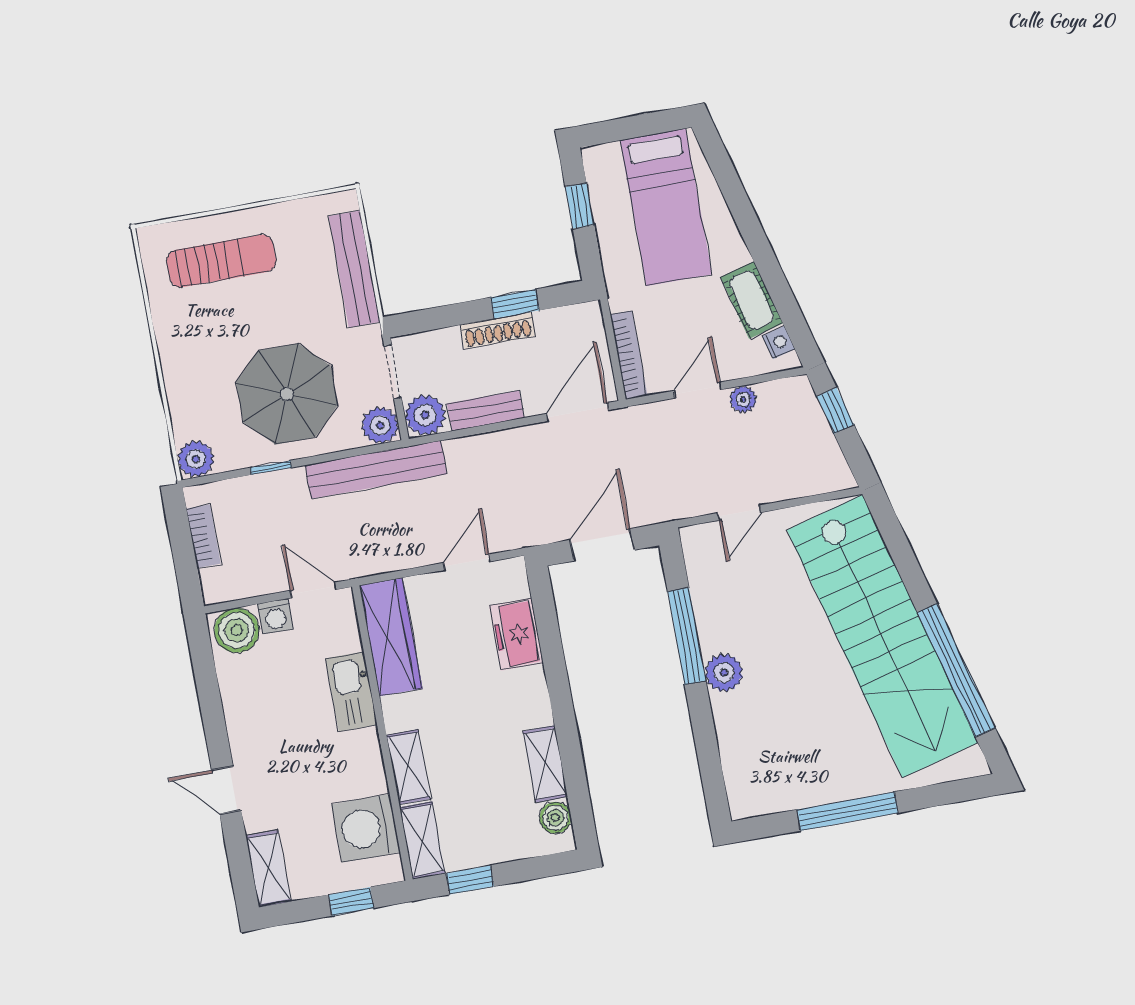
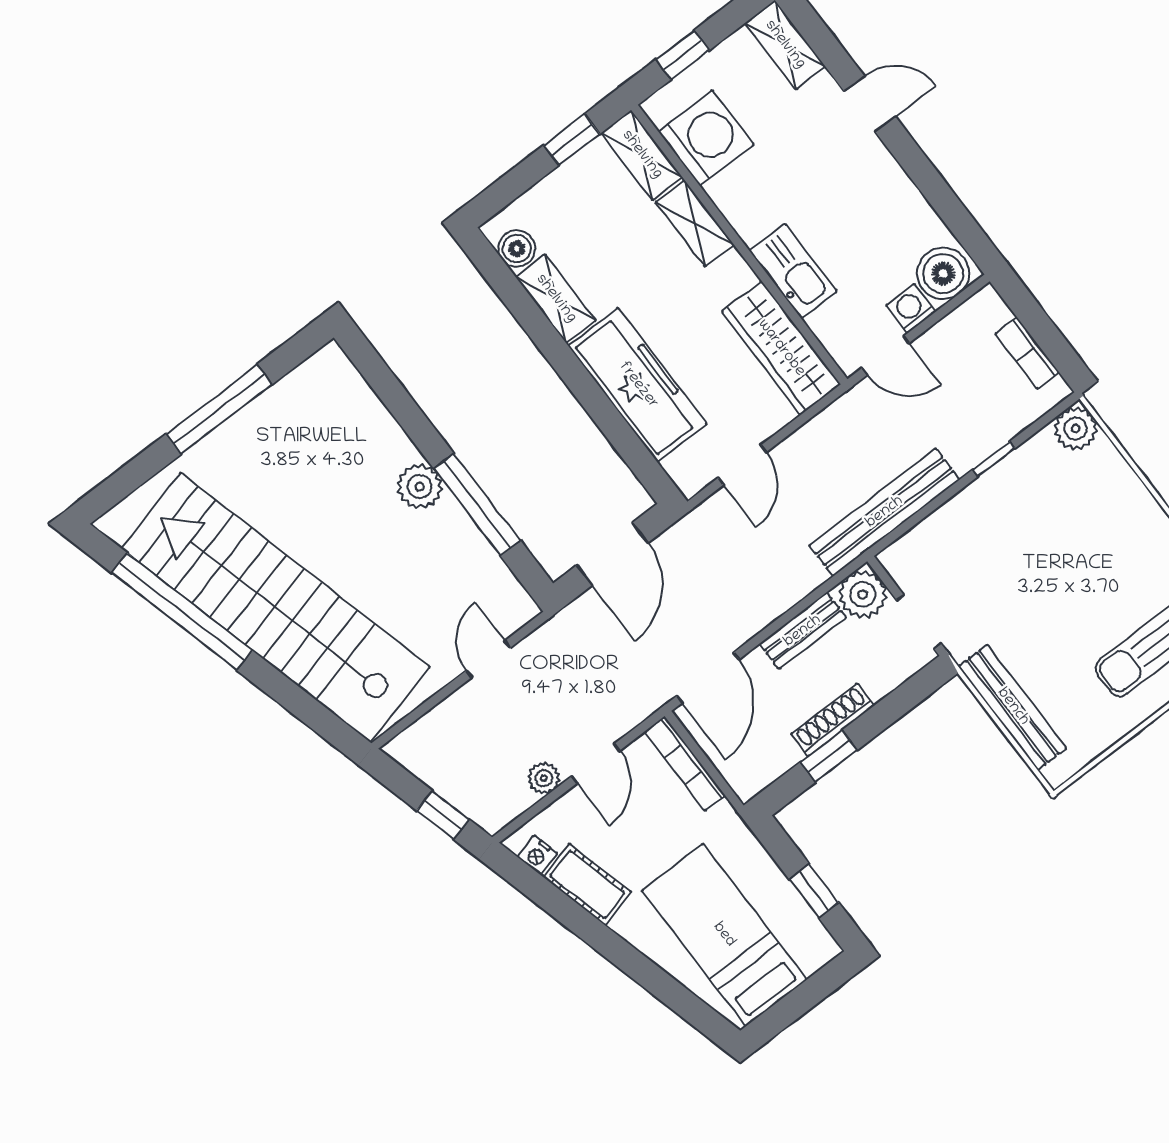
parasol: (287, 394) -> (1016, 543), removed
plant: (380, 425) -> (904, 560), removed
freezer: (516, 634) -> (638, 385), width x1.91, depth x1.26

